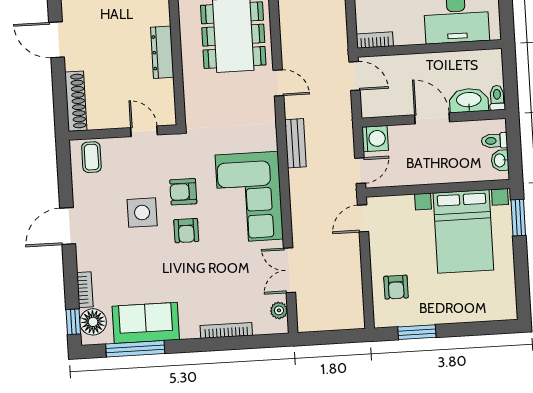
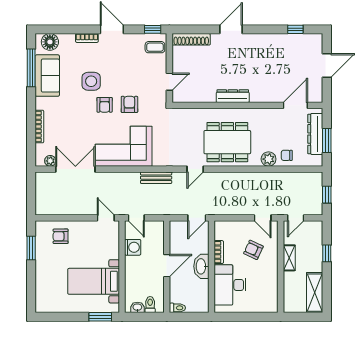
bookcase: (375, 40) -> (219, 252), moved
dresser: (162, 52) -> (233, 96), moved
washbasin: (469, 100) -> (201, 266), moved, turned 180
washing machine: (375, 139) -> (133, 247), moved, turned -90
side table: (142, 213) -> (91, 81), moved
armchair: (186, 231) -> (105, 105), turned -90
bed with nightstands: (463, 231) -> (94, 281), width x0.73
double door: (289, 270) -> (75, 169), width x1.37
bookcase: (85, 290) -> (87, 38), moved
window: (73, 322) -> (153, 29), moved

